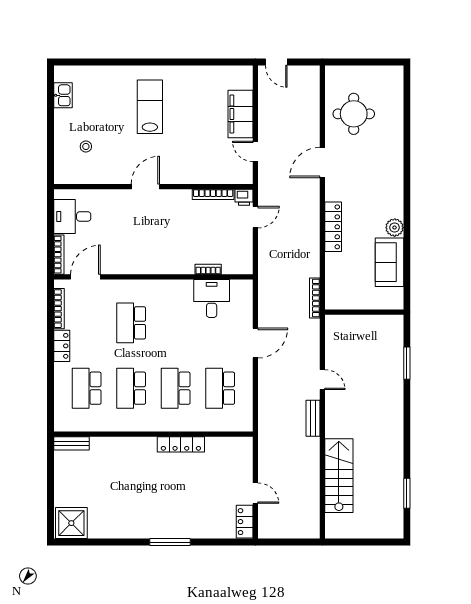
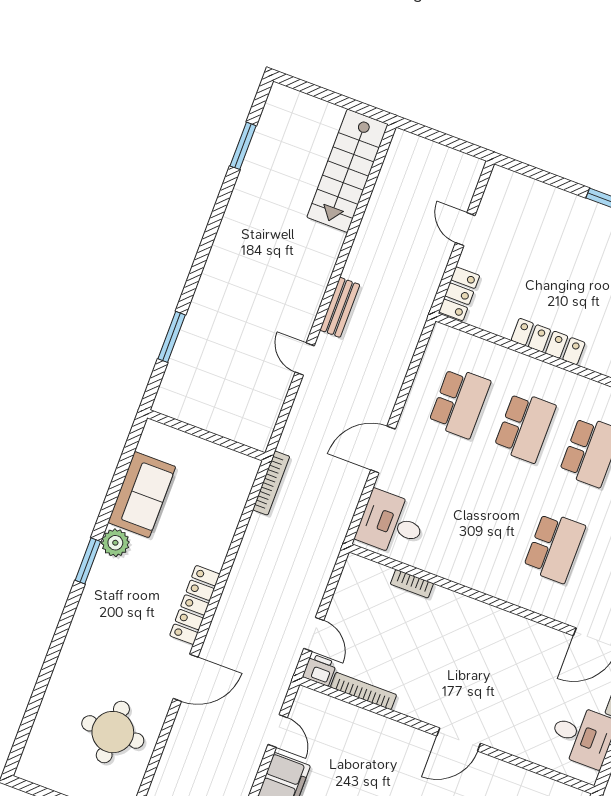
window: (407, 211) -> (88, 561), added
door: (255, 217) -> (314, 634), swing flipped
locker: (333, 227) -> (195, 605), moved
desk: (212, 298) -> (391, 523), moved, turned 90
stairs: (339, 476) -> (348, 171), moved
locker: (245, 522) -> (459, 294), moved

